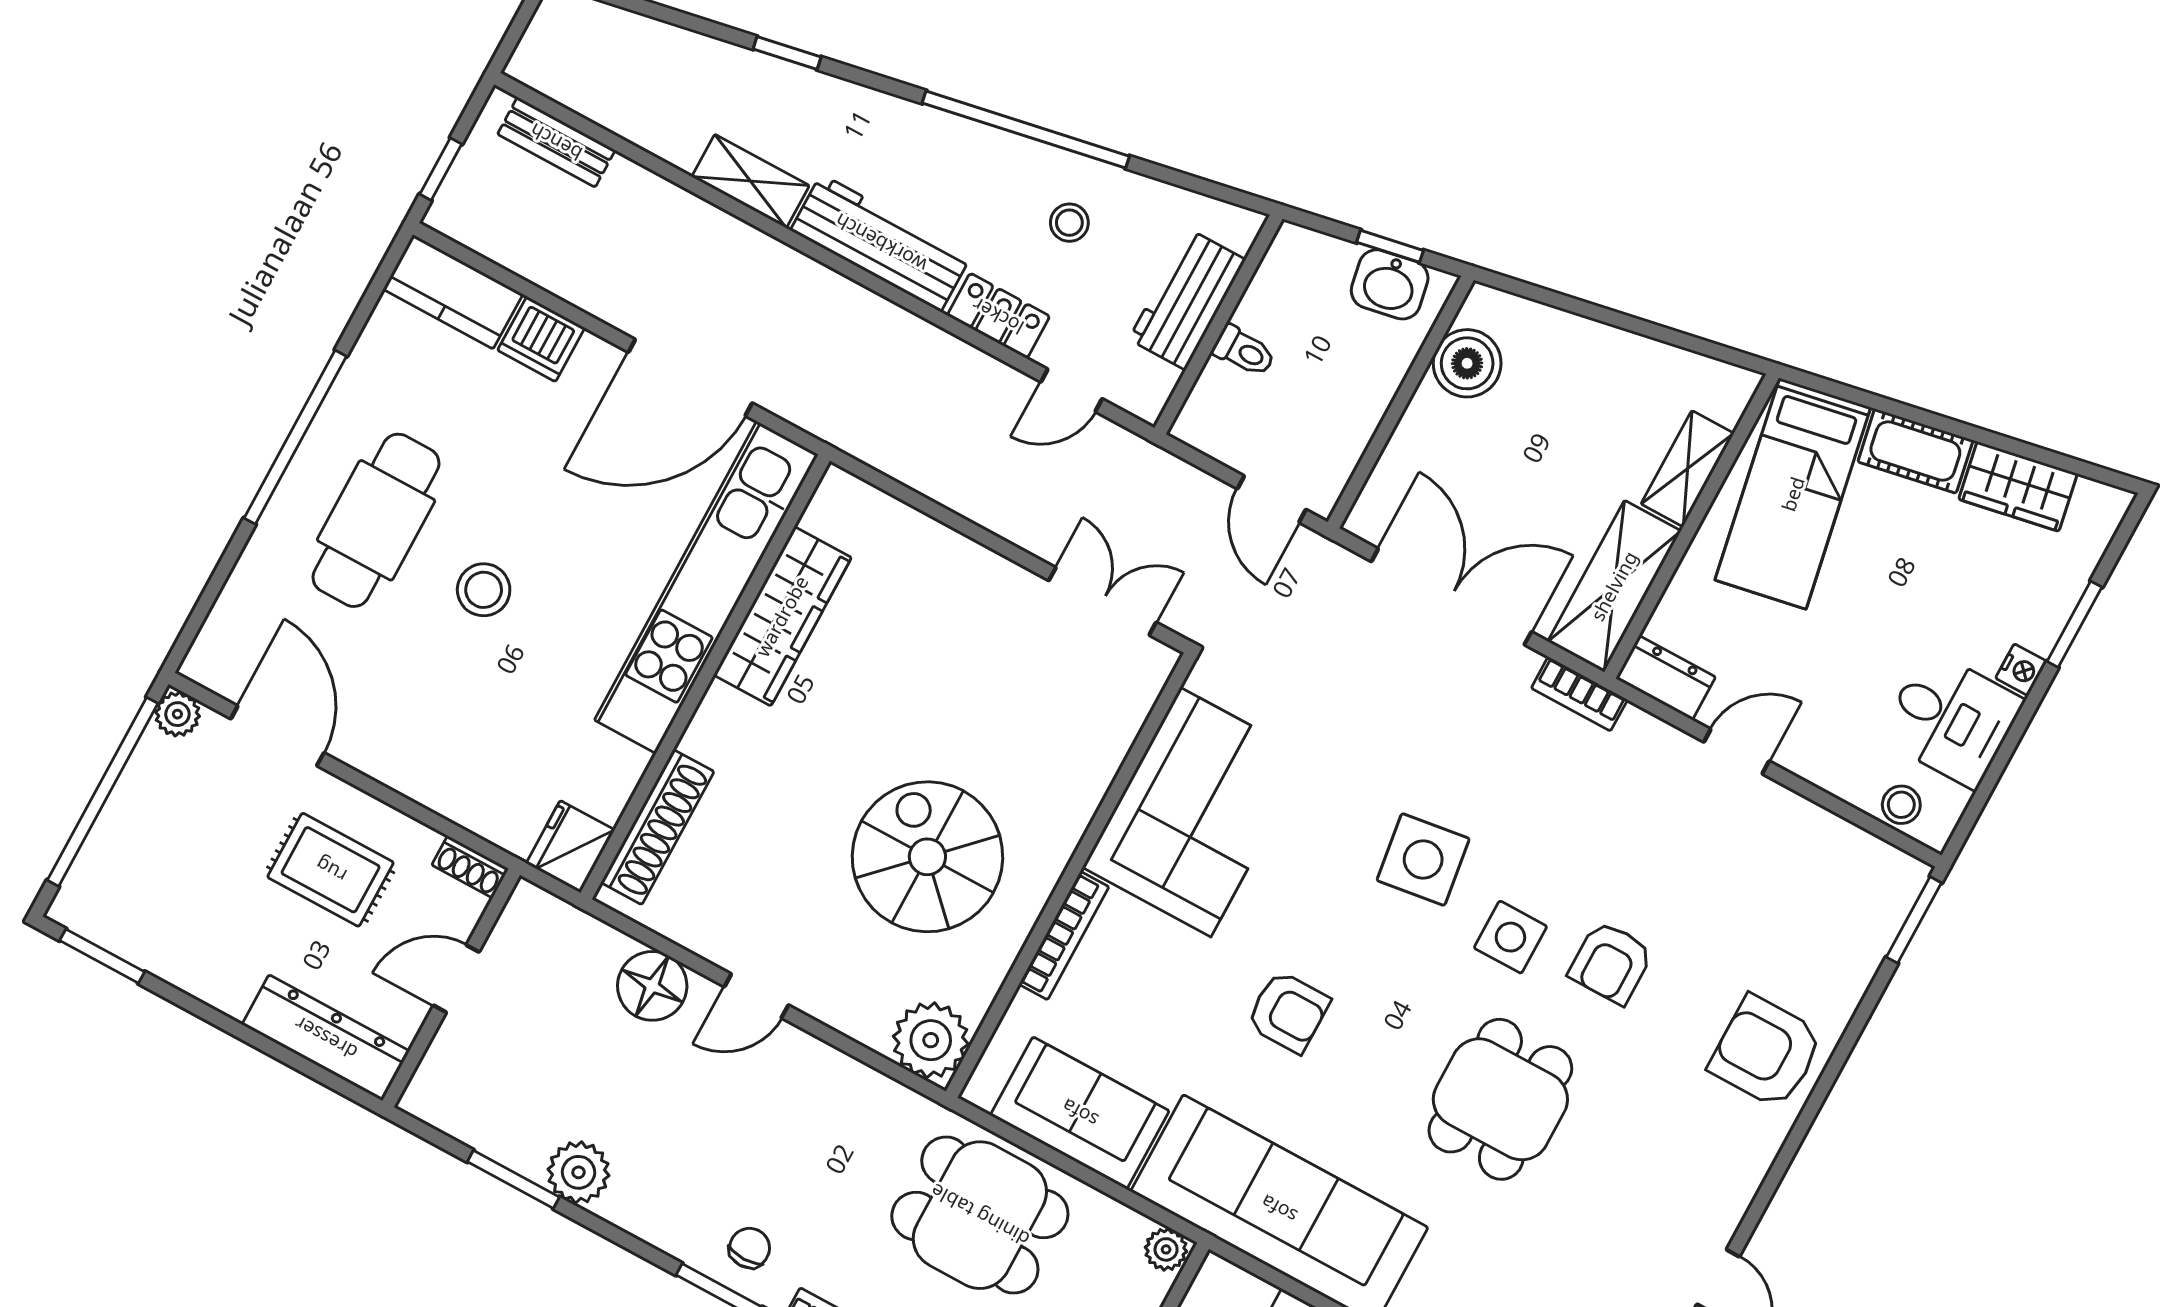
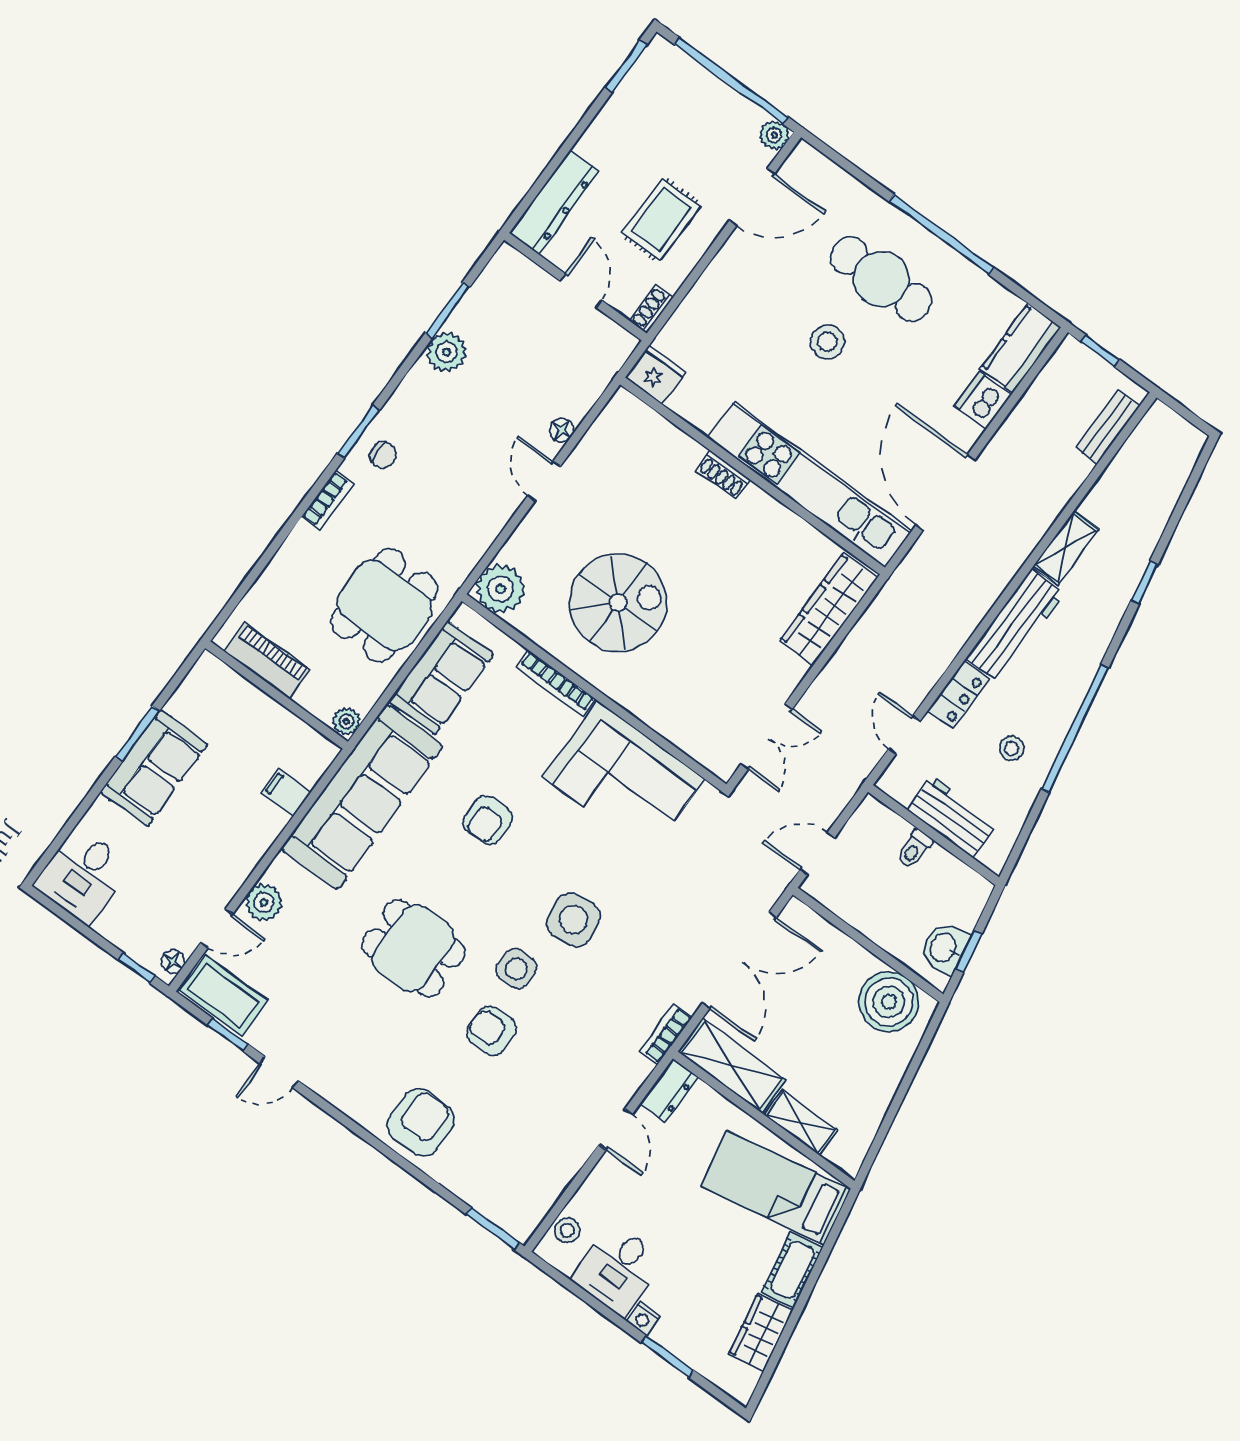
boiler: (1467, 363) -> (889, 1002), width x1.37, depth x1.37
wardrobe: (782, 616) -> (828, 609), moved, turned 90
shoe rack: (657, 827) -> (723, 475), moved, width x0.51, depth x0.81
floor lamp: (652, 986) -> (562, 430), width x0.53, depth x0.53

